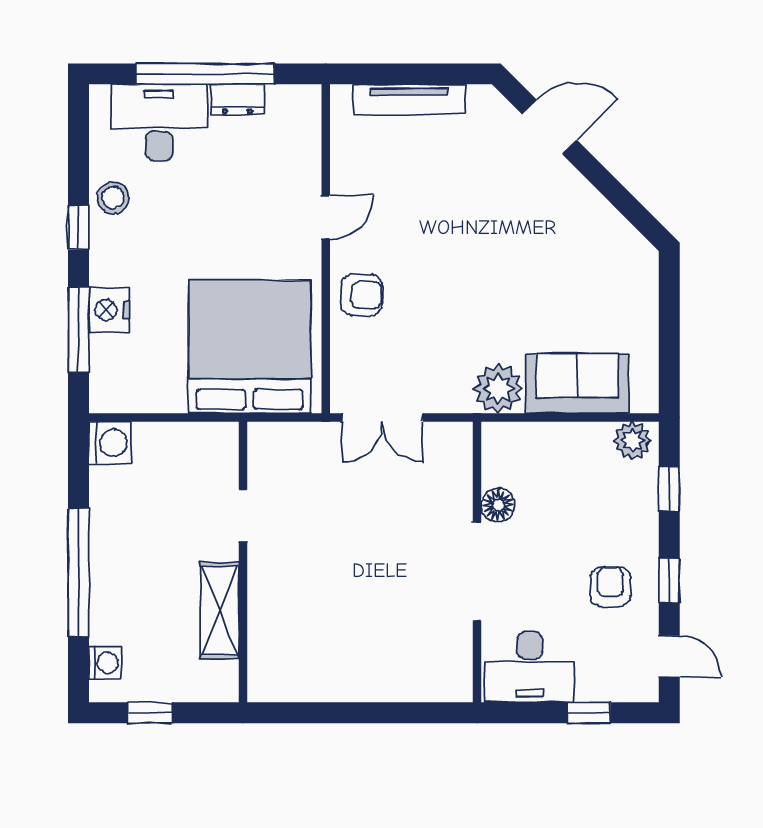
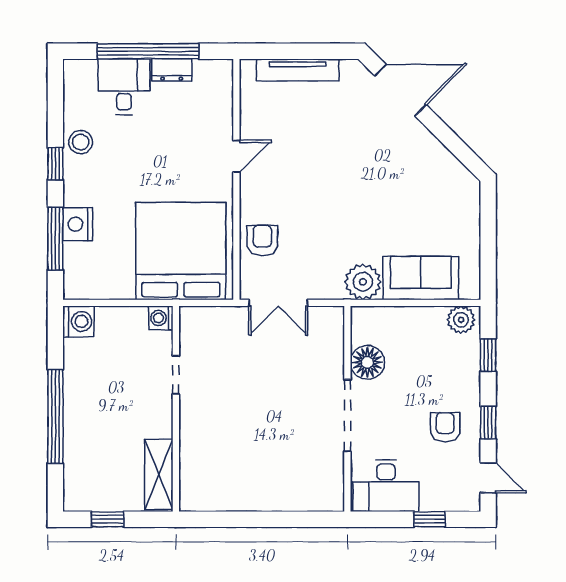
desk: (159, 122) -> (124, 87), width x0.73
door: (549, 127) -> (400, 90), width x1.36
armchair: (362, 295) -> (262, 240), moved, turned -91
floor lamp: (498, 505) -> (367, 362), width x1.38, depth x1.38
shelving: (220, 610) -> (159, 474), moved
washing machine: (105, 663) -> (161, 318), moved, turned 180

